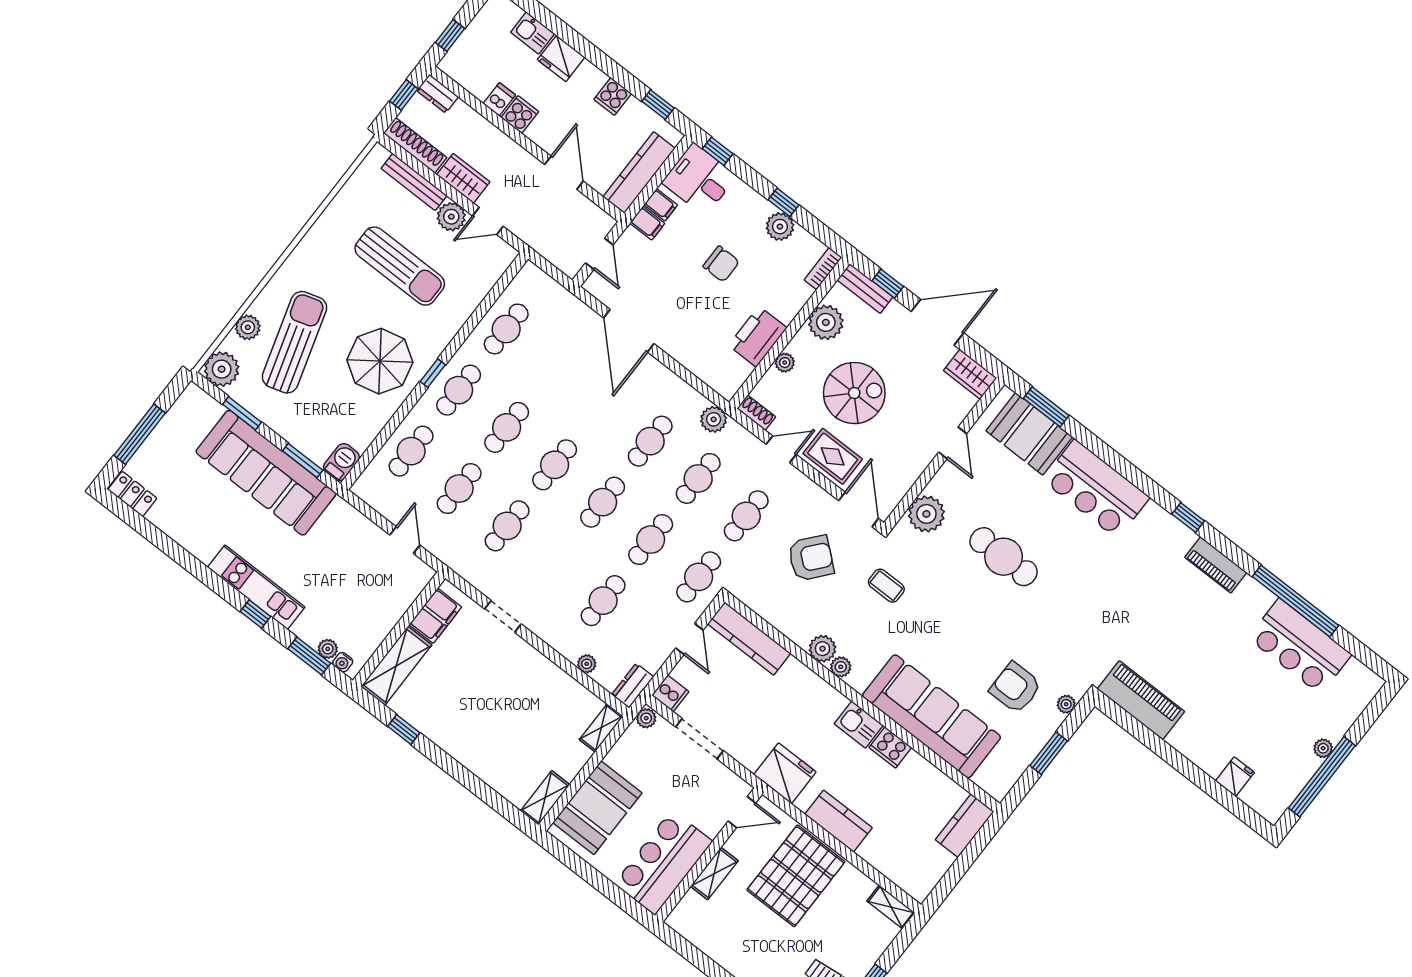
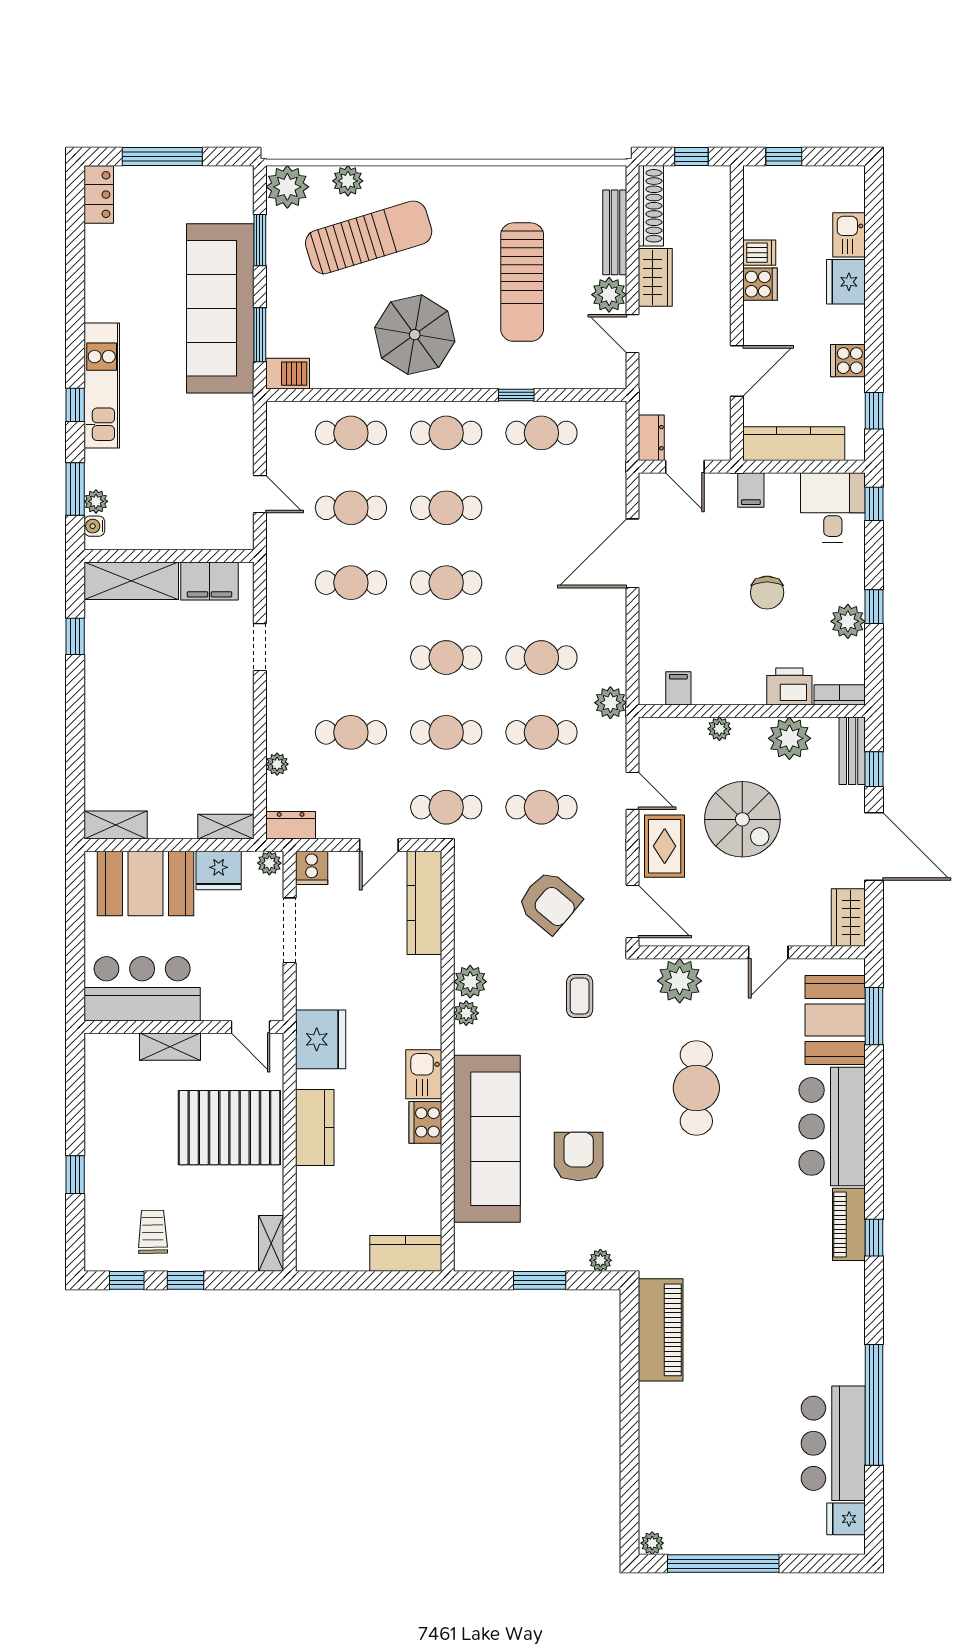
dresser: (438, 94) -> (651, 438), moved, turned 180
filing cabinet: (661, 205) -> (678, 688), moved, turned 180
door: (599, 254) -> (685, 467), hinge flipped
printer: (758, 337) -> (789, 686), moved, width x0.73, depth x0.84
window: (433, 373) -> (516, 395), moved
shoe rack: (756, 413) -> (649, 739), removed
door: (859, 509) -> (633, 912), hinge flipped
door: (405, 540) -> (260, 494), hinge flipped
piano: (1216, 565) -> (849, 1224), moved
armchair: (1015, 688) -> (579, 1156), moved
plant: (1323, 748) -> (652, 1543), moved
fridge: (626, 754) -> (219, 870), added
fridge: (1235, 777) -> (846, 1519), moved, turned 180

